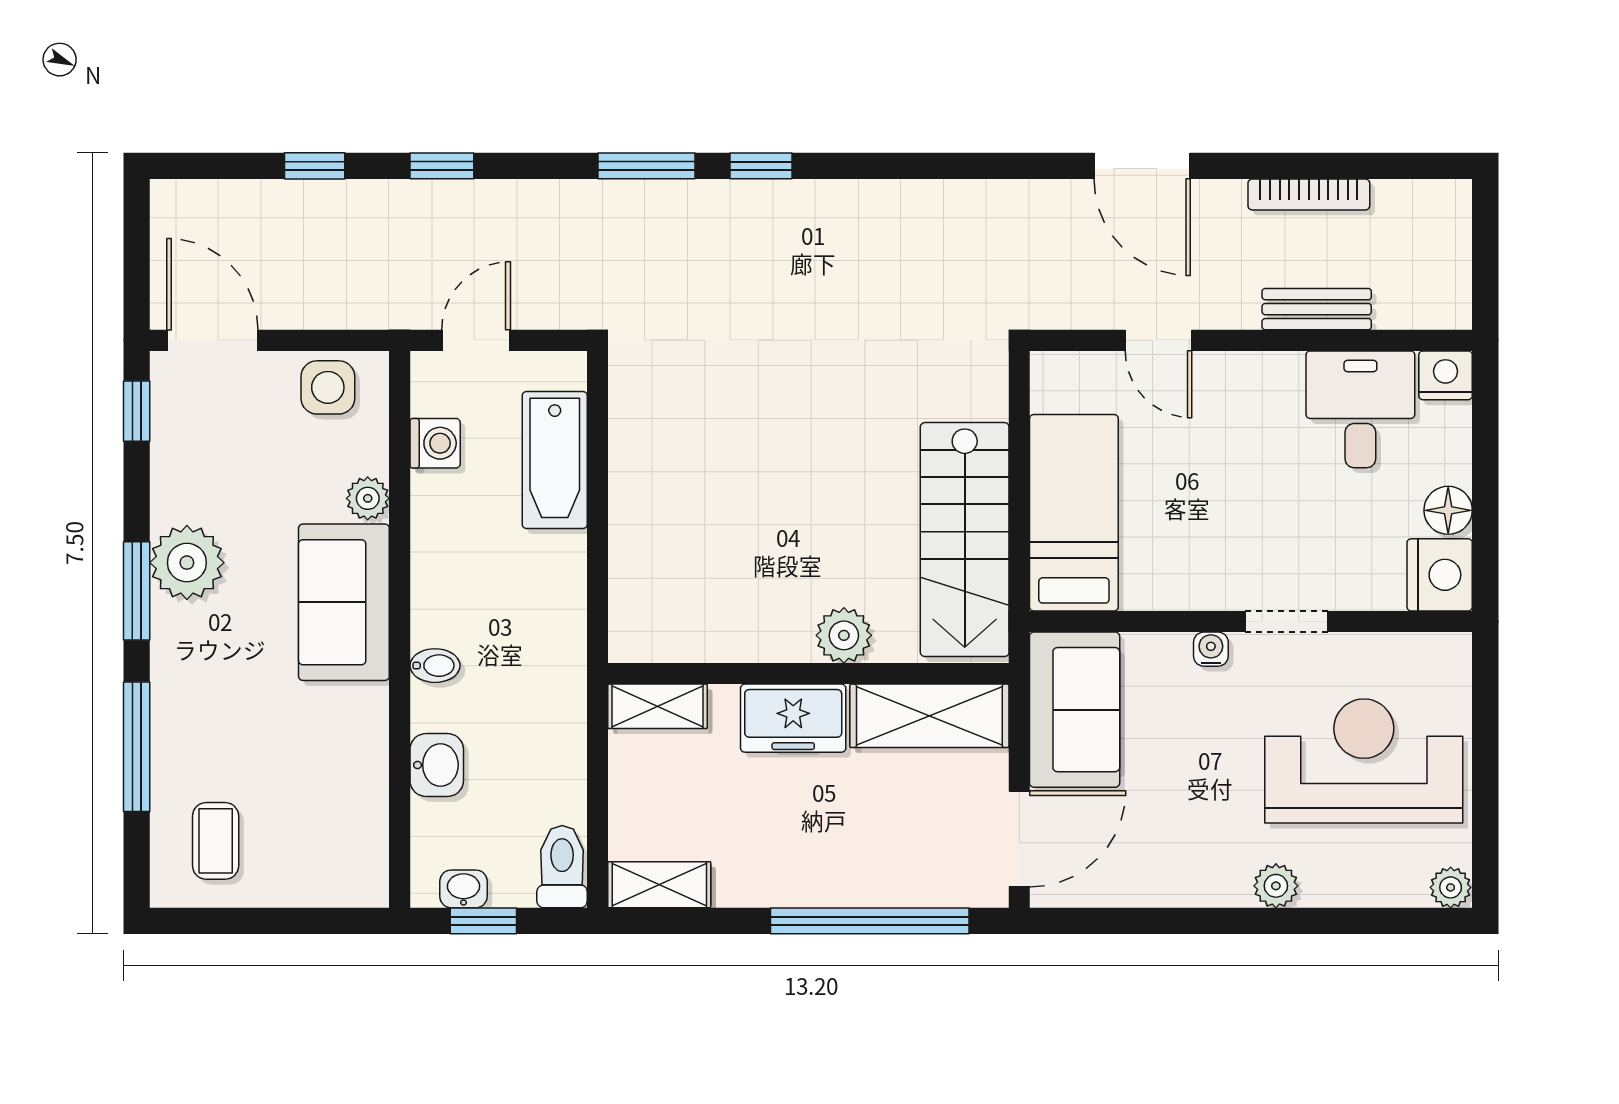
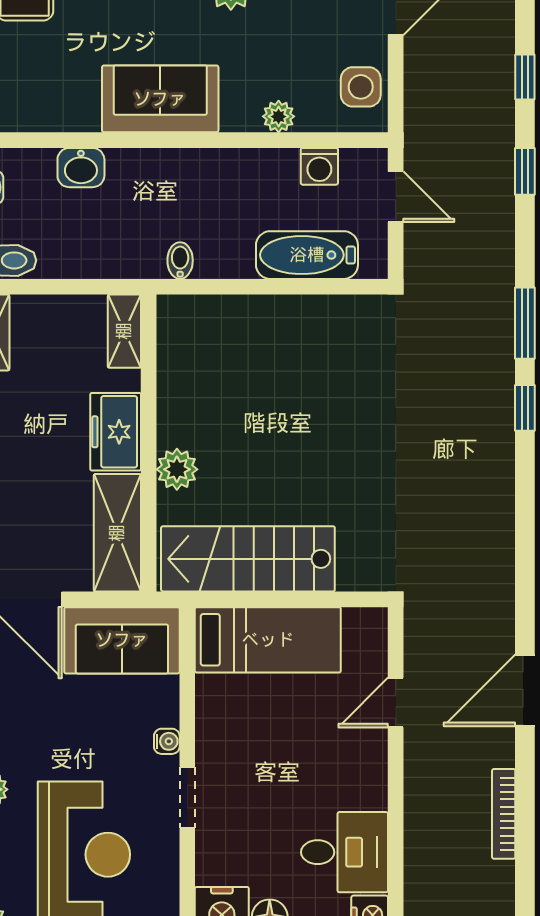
bench: (1317, 309) -> (419, 820), removed
sofa: (344, 602) -> (160, 99), moved
bidet: (435, 666) -> (180, 261), moved, turned 180

